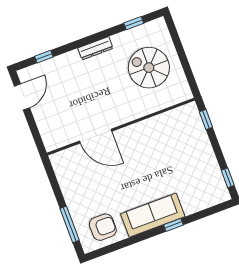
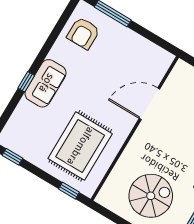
rug: (172, 146) -> (80, 146), added
sofa: (153, 215) -> (46, 83), width x0.73

